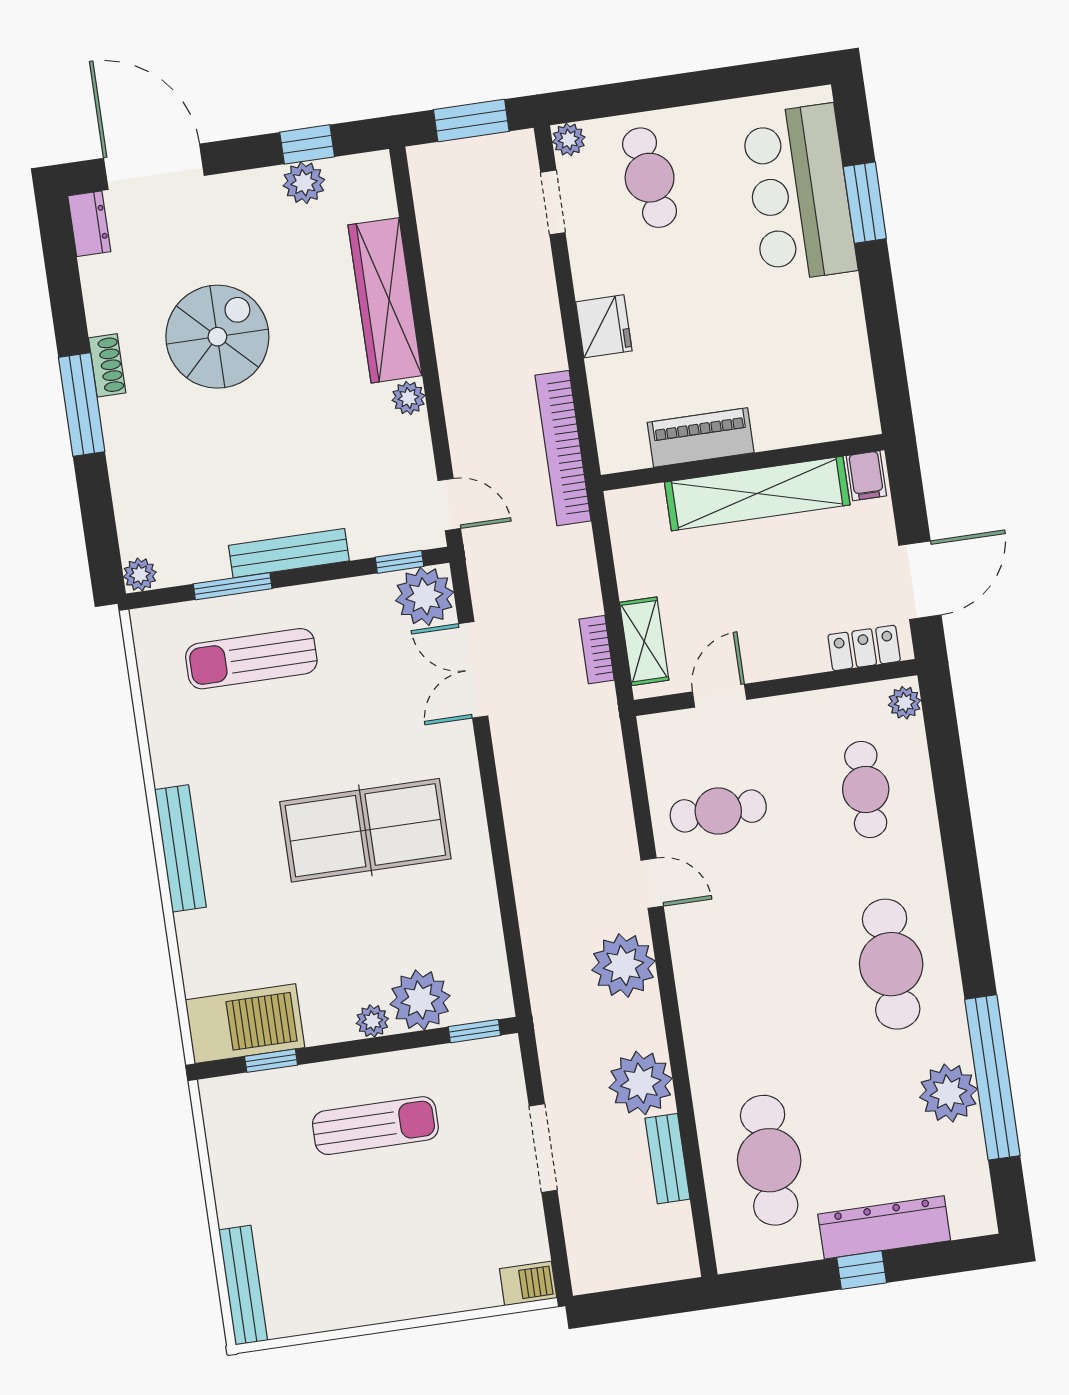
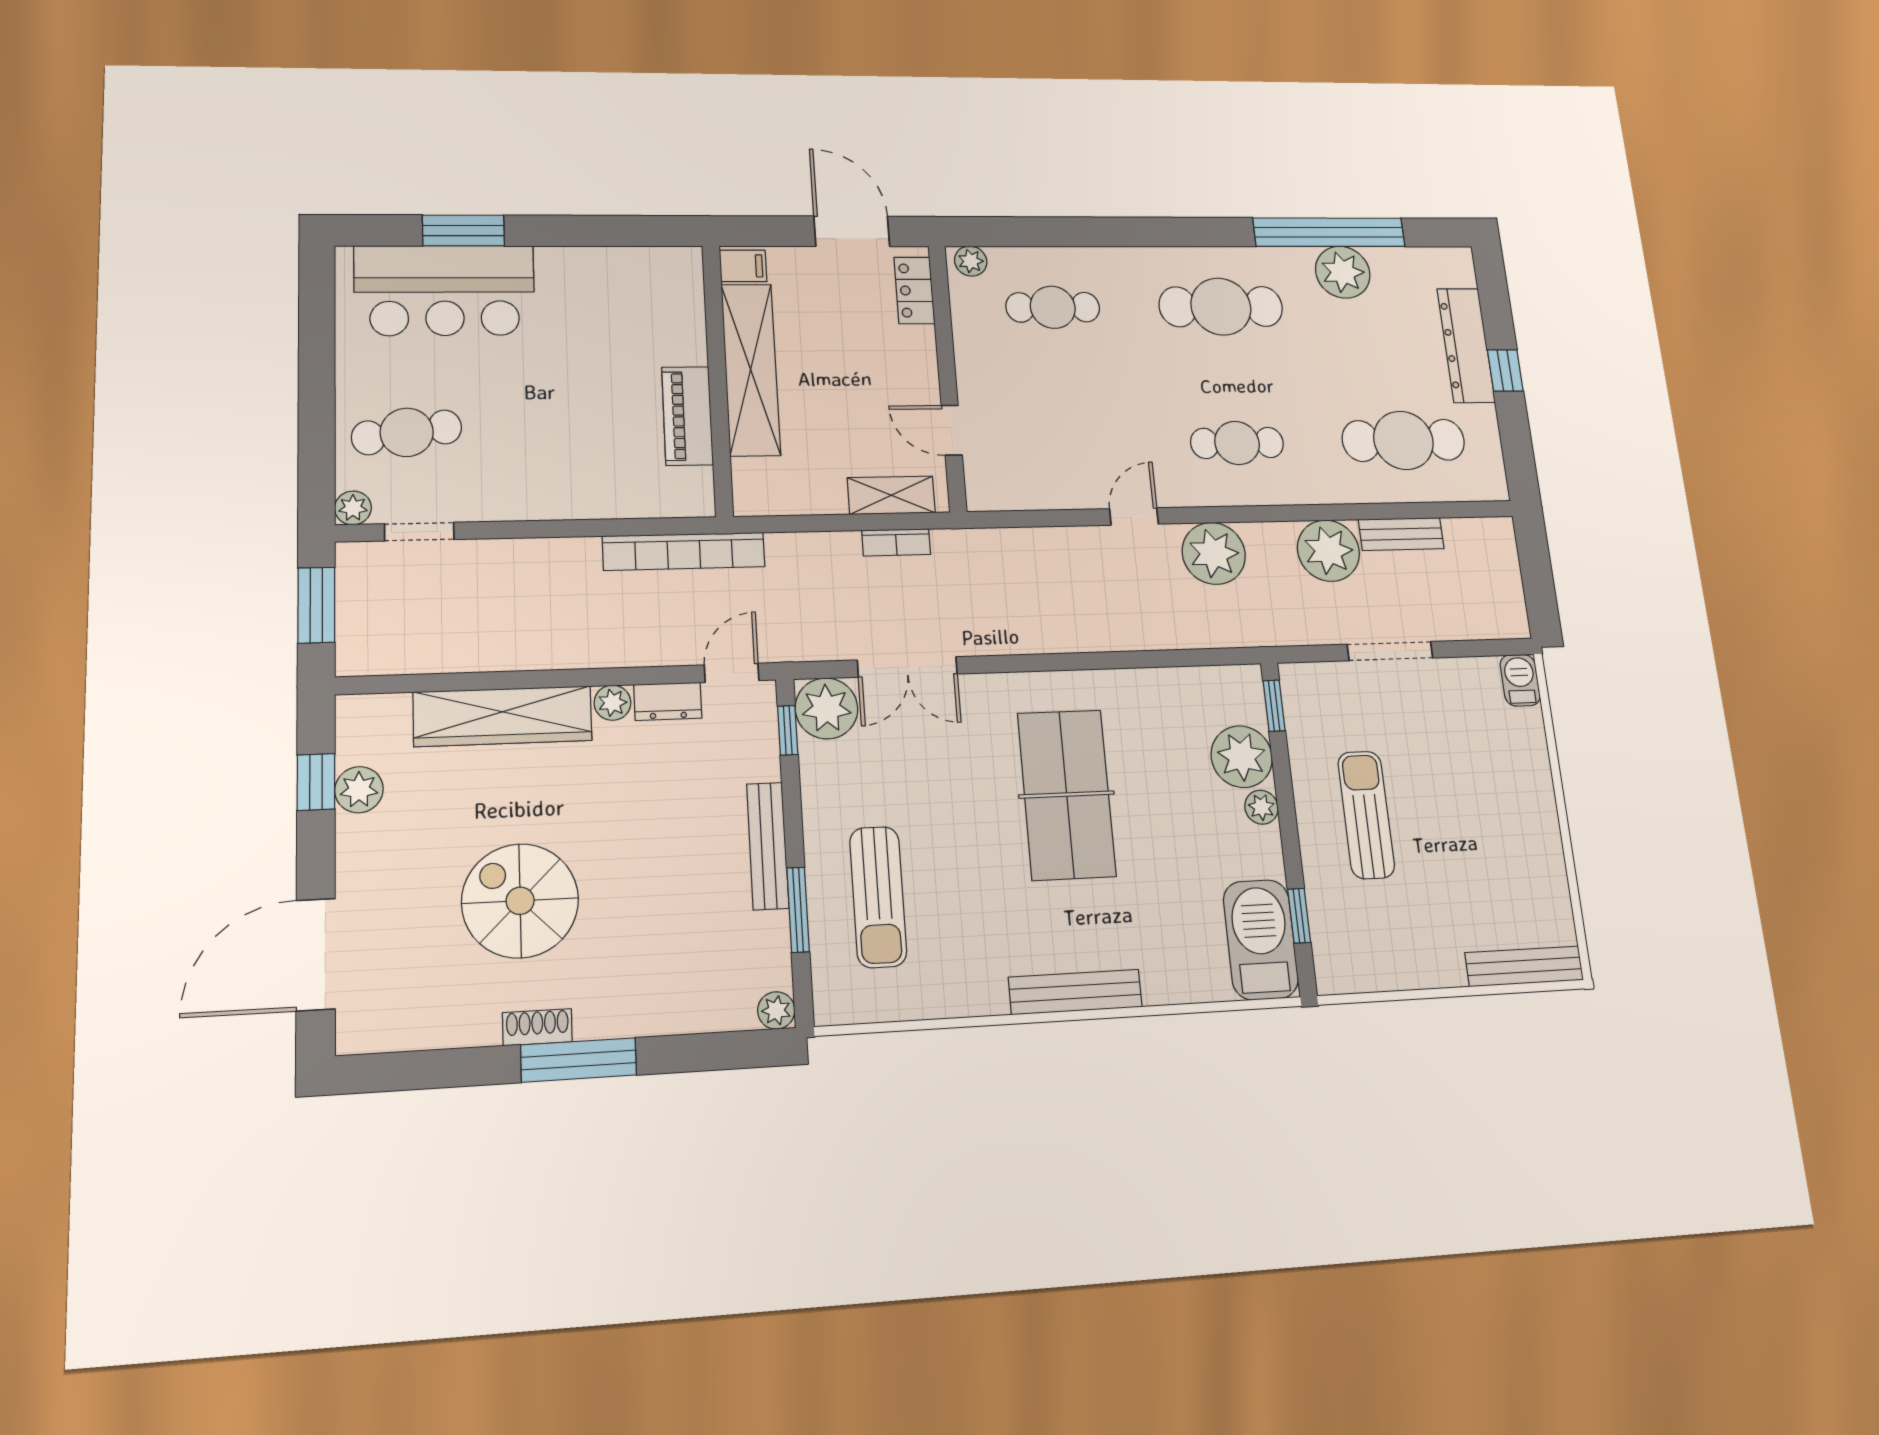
dresser: (89, 224) -> (668, 701), moved, turned 180
fridge: (604, 326) -> (560, 496), removed
cafe table: (718, 811) -> (1237, 443), moved, turned 90

